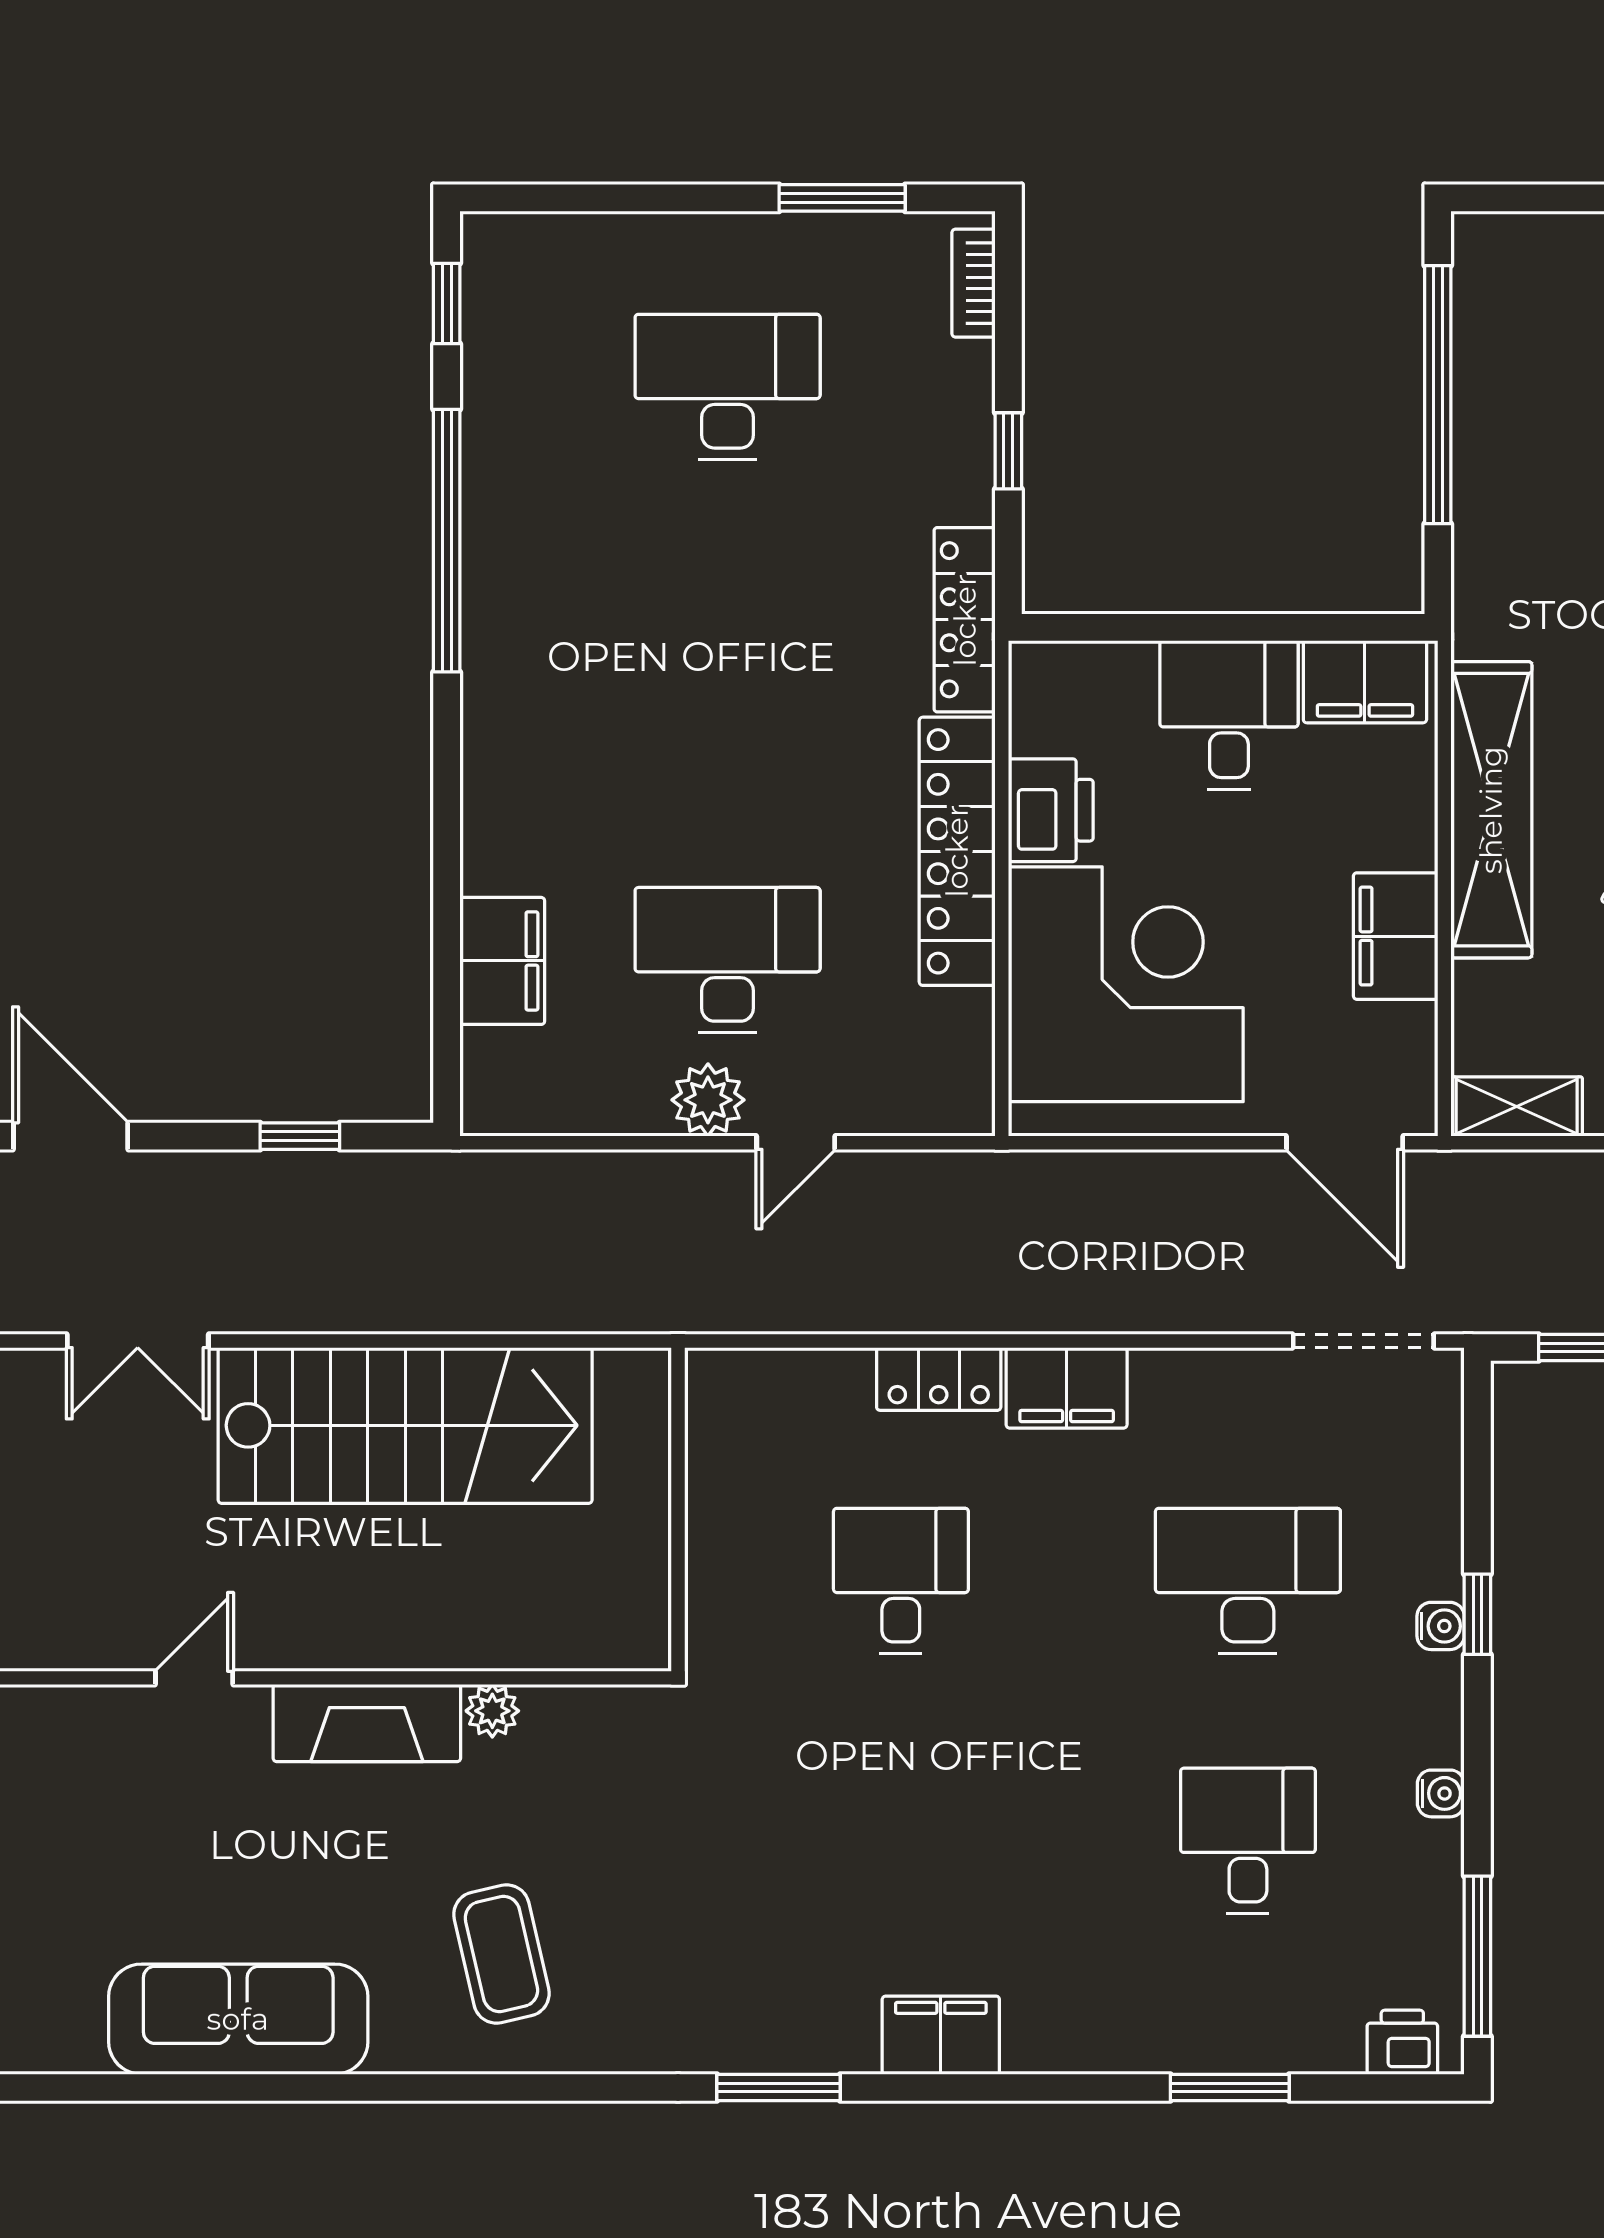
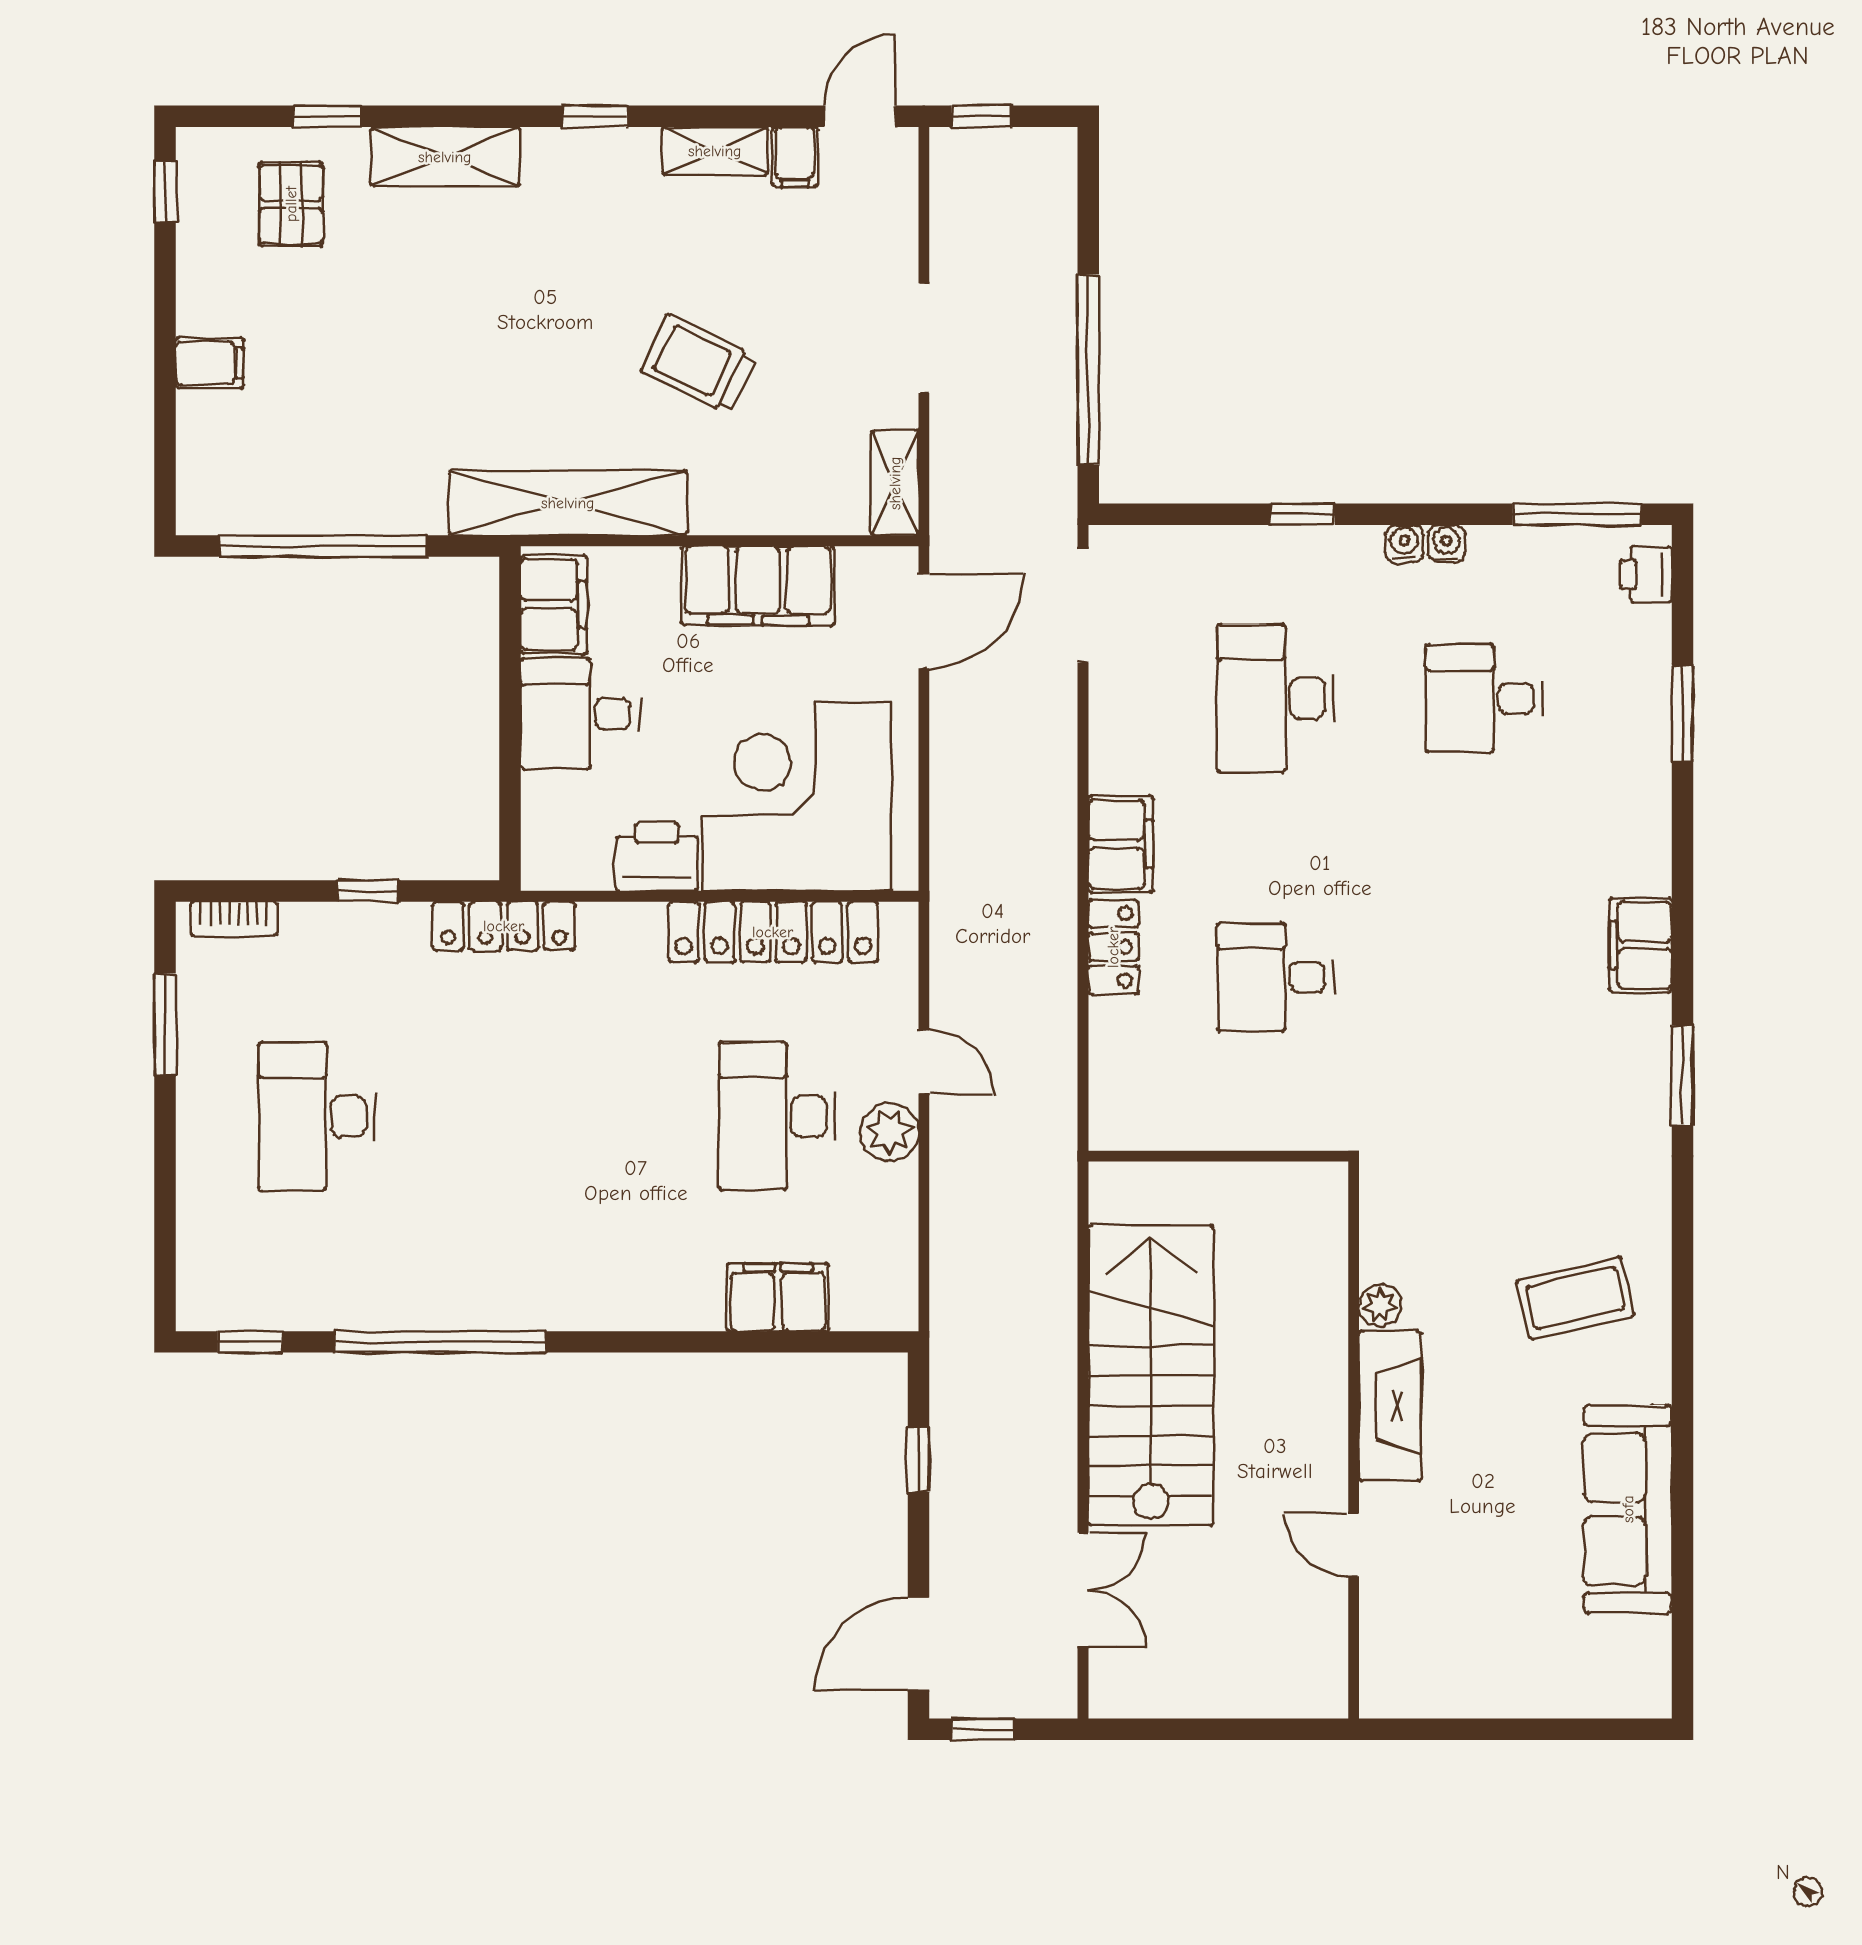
shelving: (1491, 810) -> (568, 503), moved
locker: (957, 851) -> (773, 932), moved
filing cabinet: (1396, 936) -> (758, 586), width x1.50, depth x1.17
water cooler: (1441, 1626) -> (1404, 544), moved

